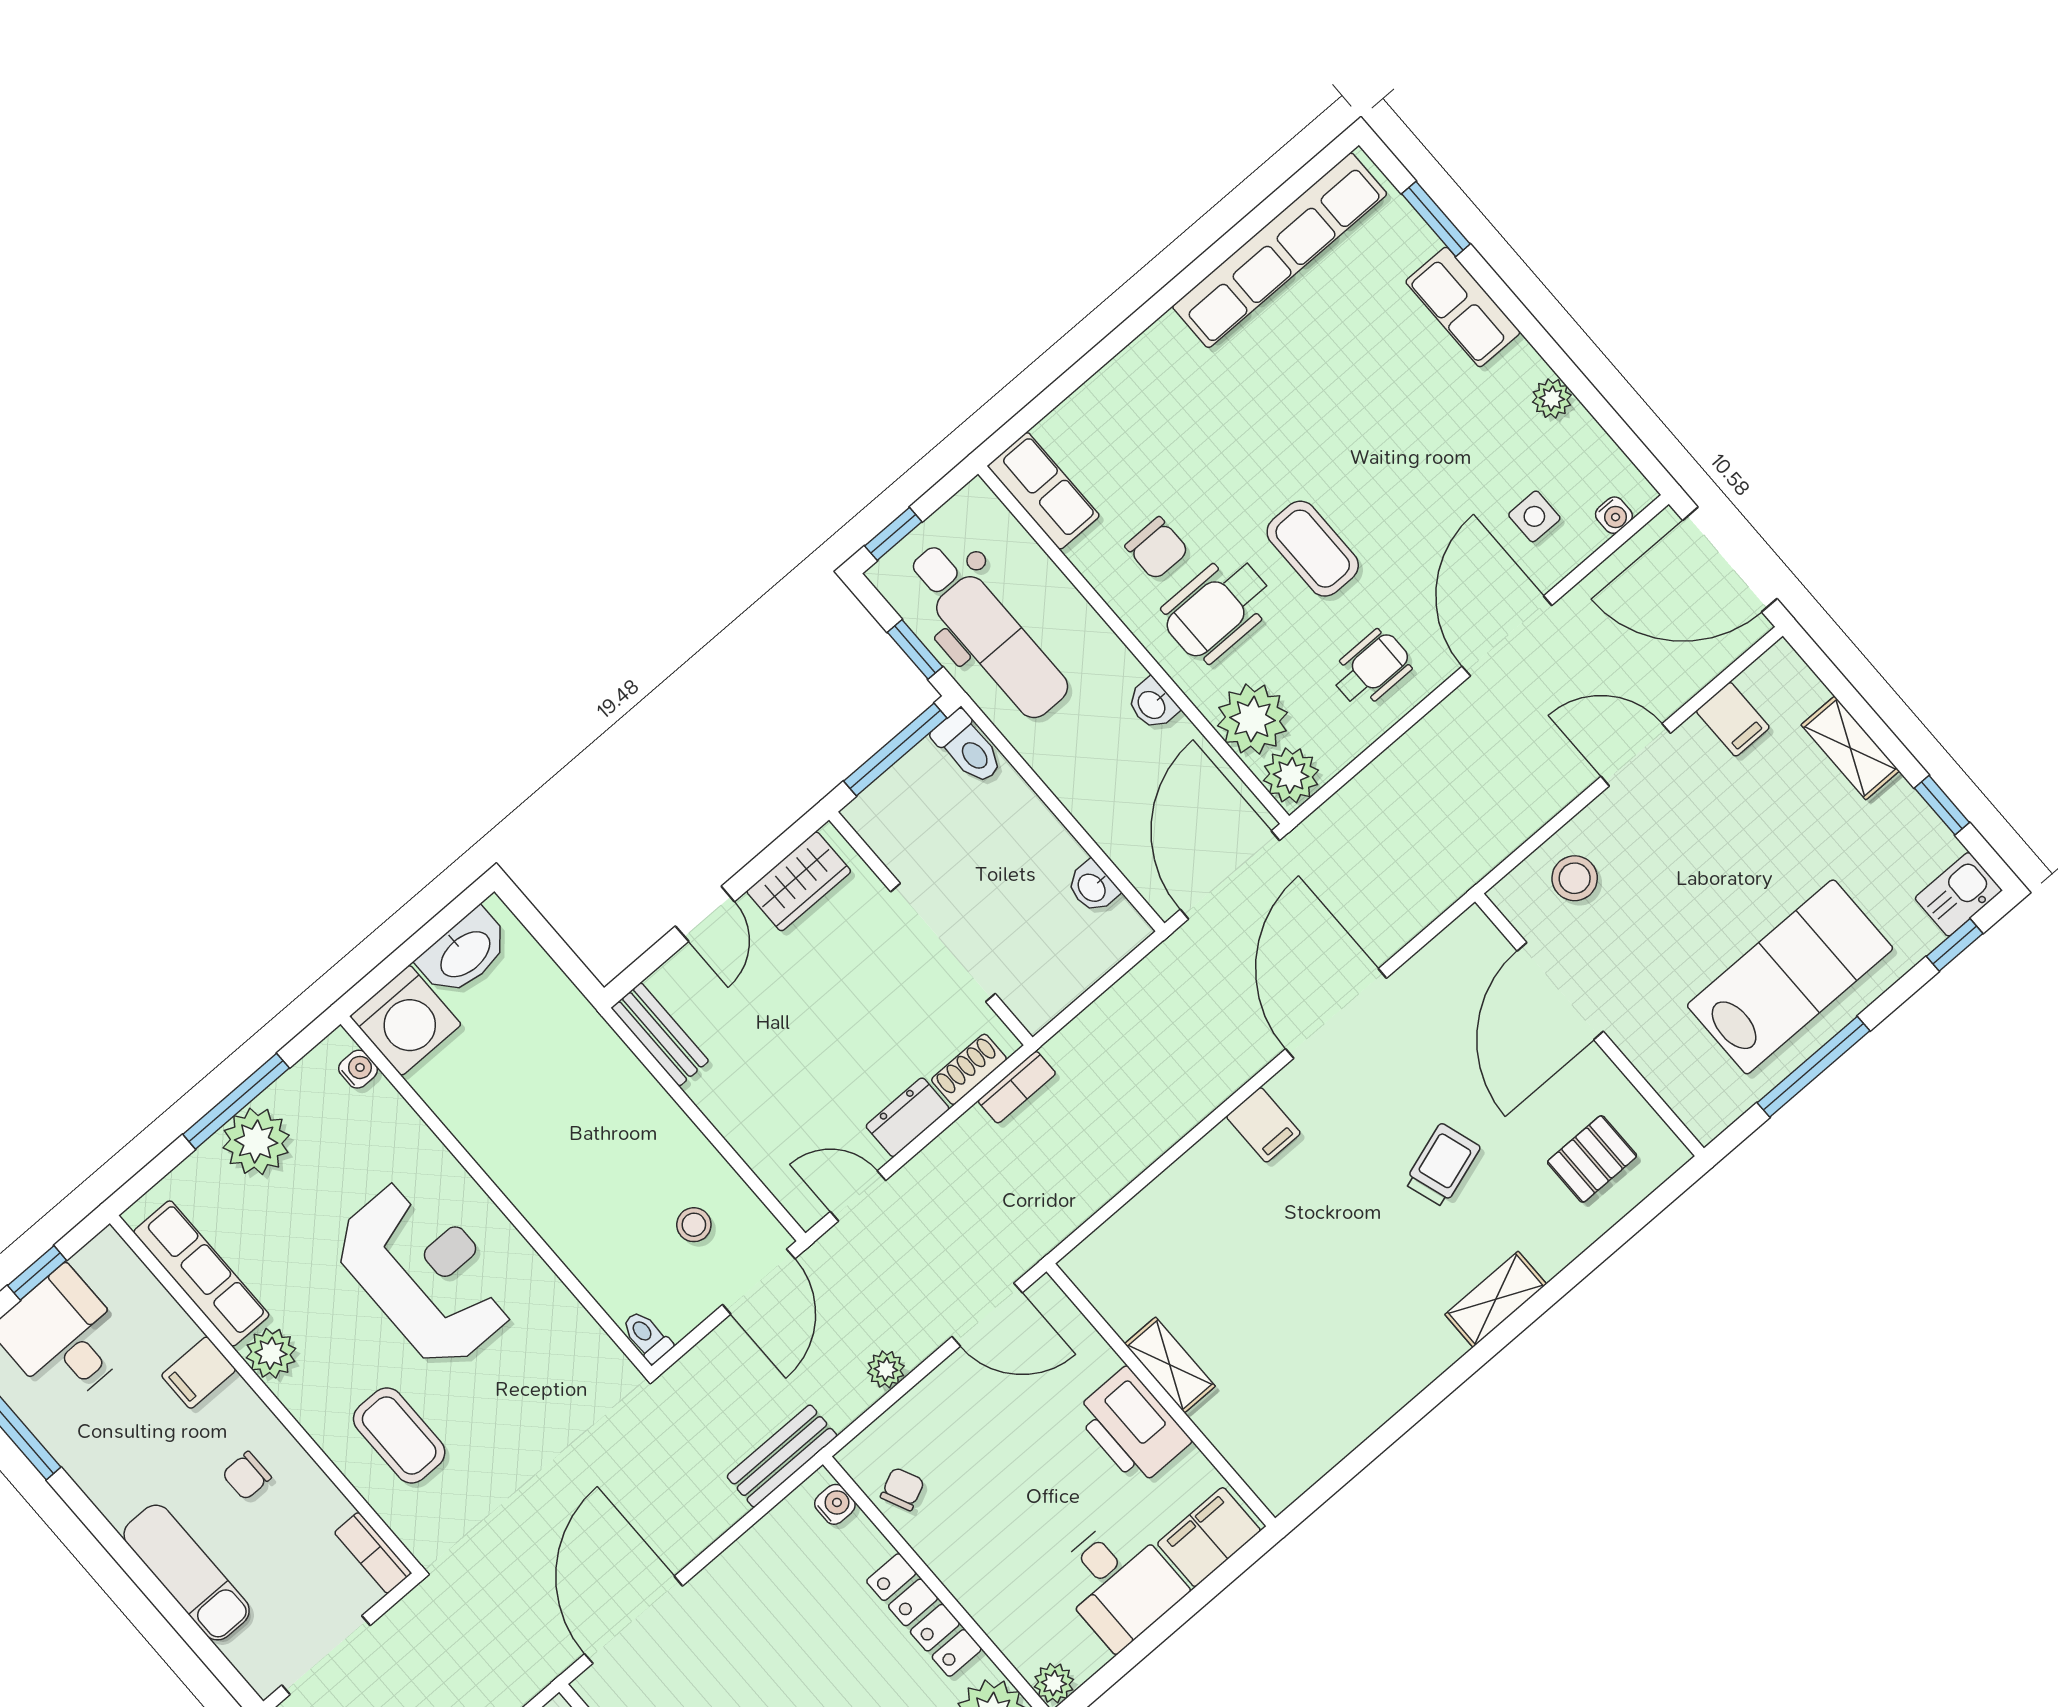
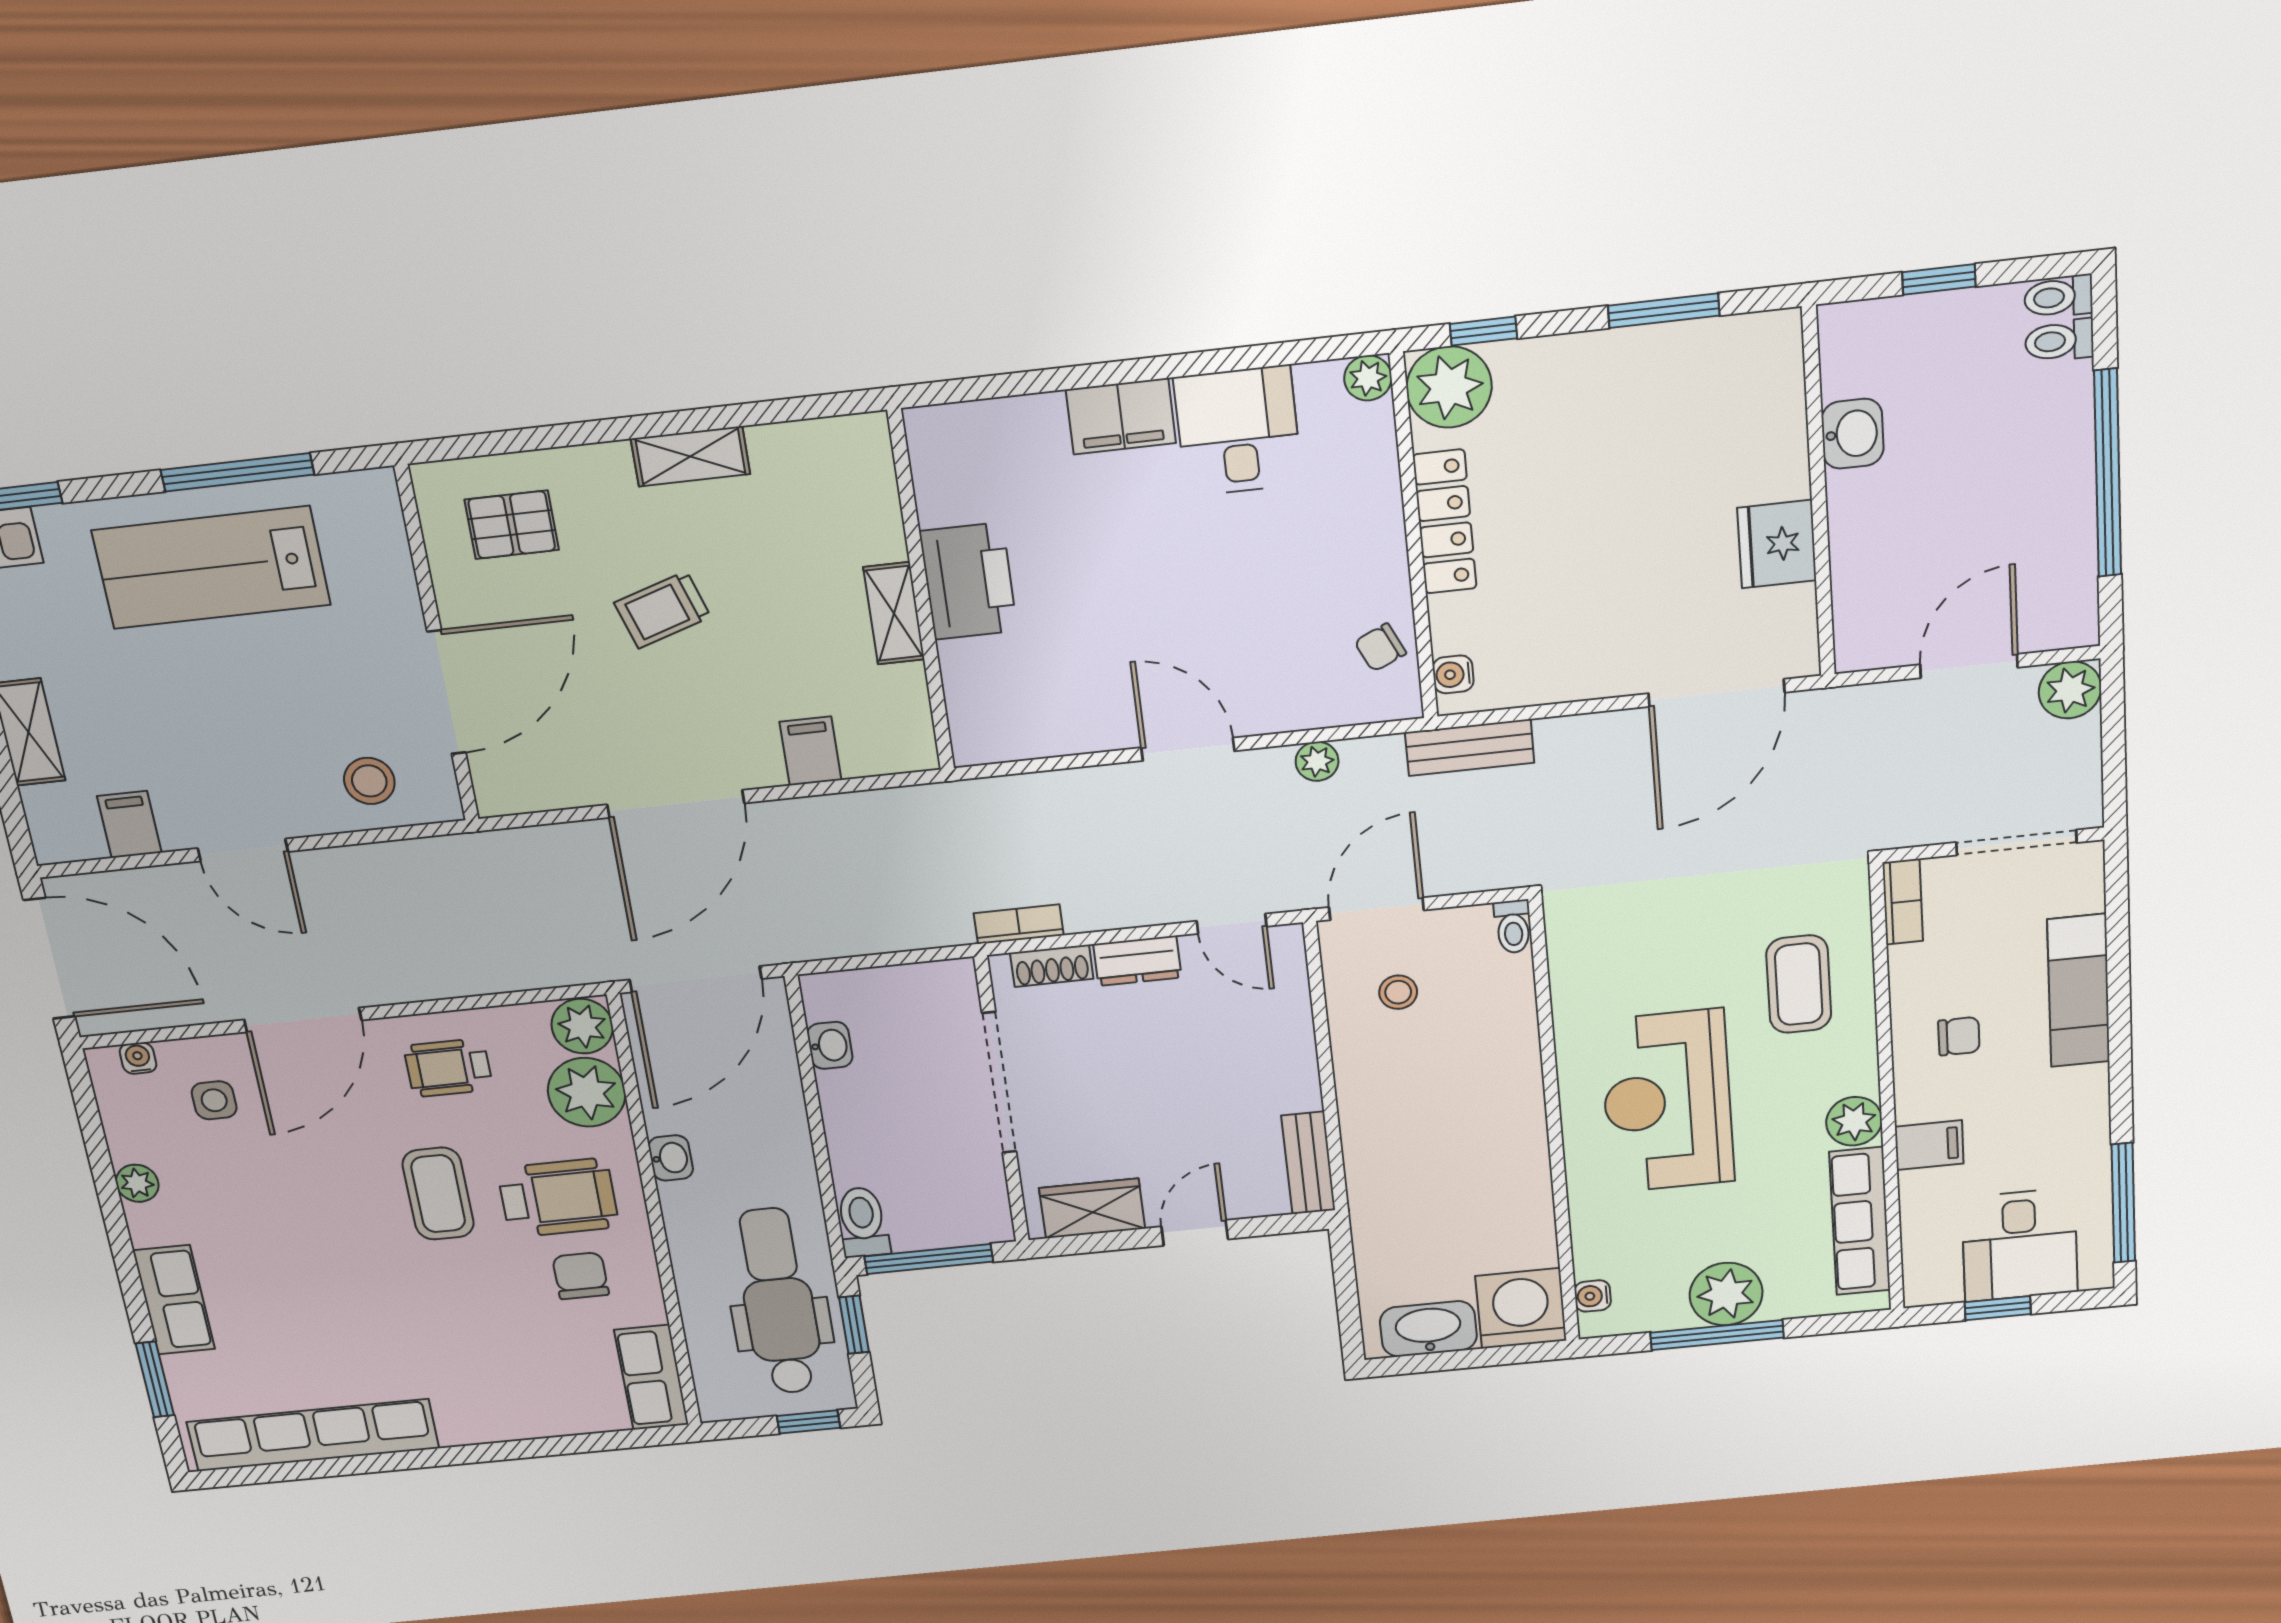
shelving: (1170, 1365) -> (894, 613), moved
wall: (1161, 1395) -> (921, 592), moved
printer: (1132, 1427) -> (968, 581), moved

